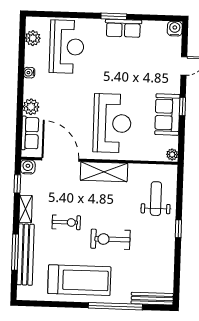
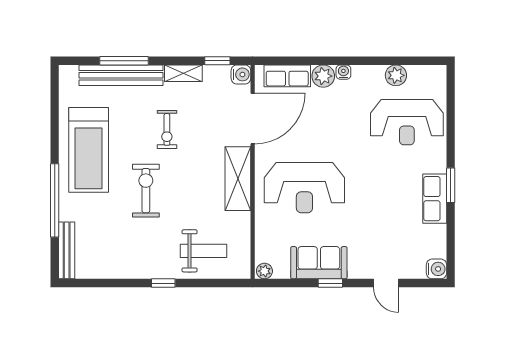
plant: (33, 38) -> (396, 75), moved
water cooler: (29, 73) -> (343, 72), moved

